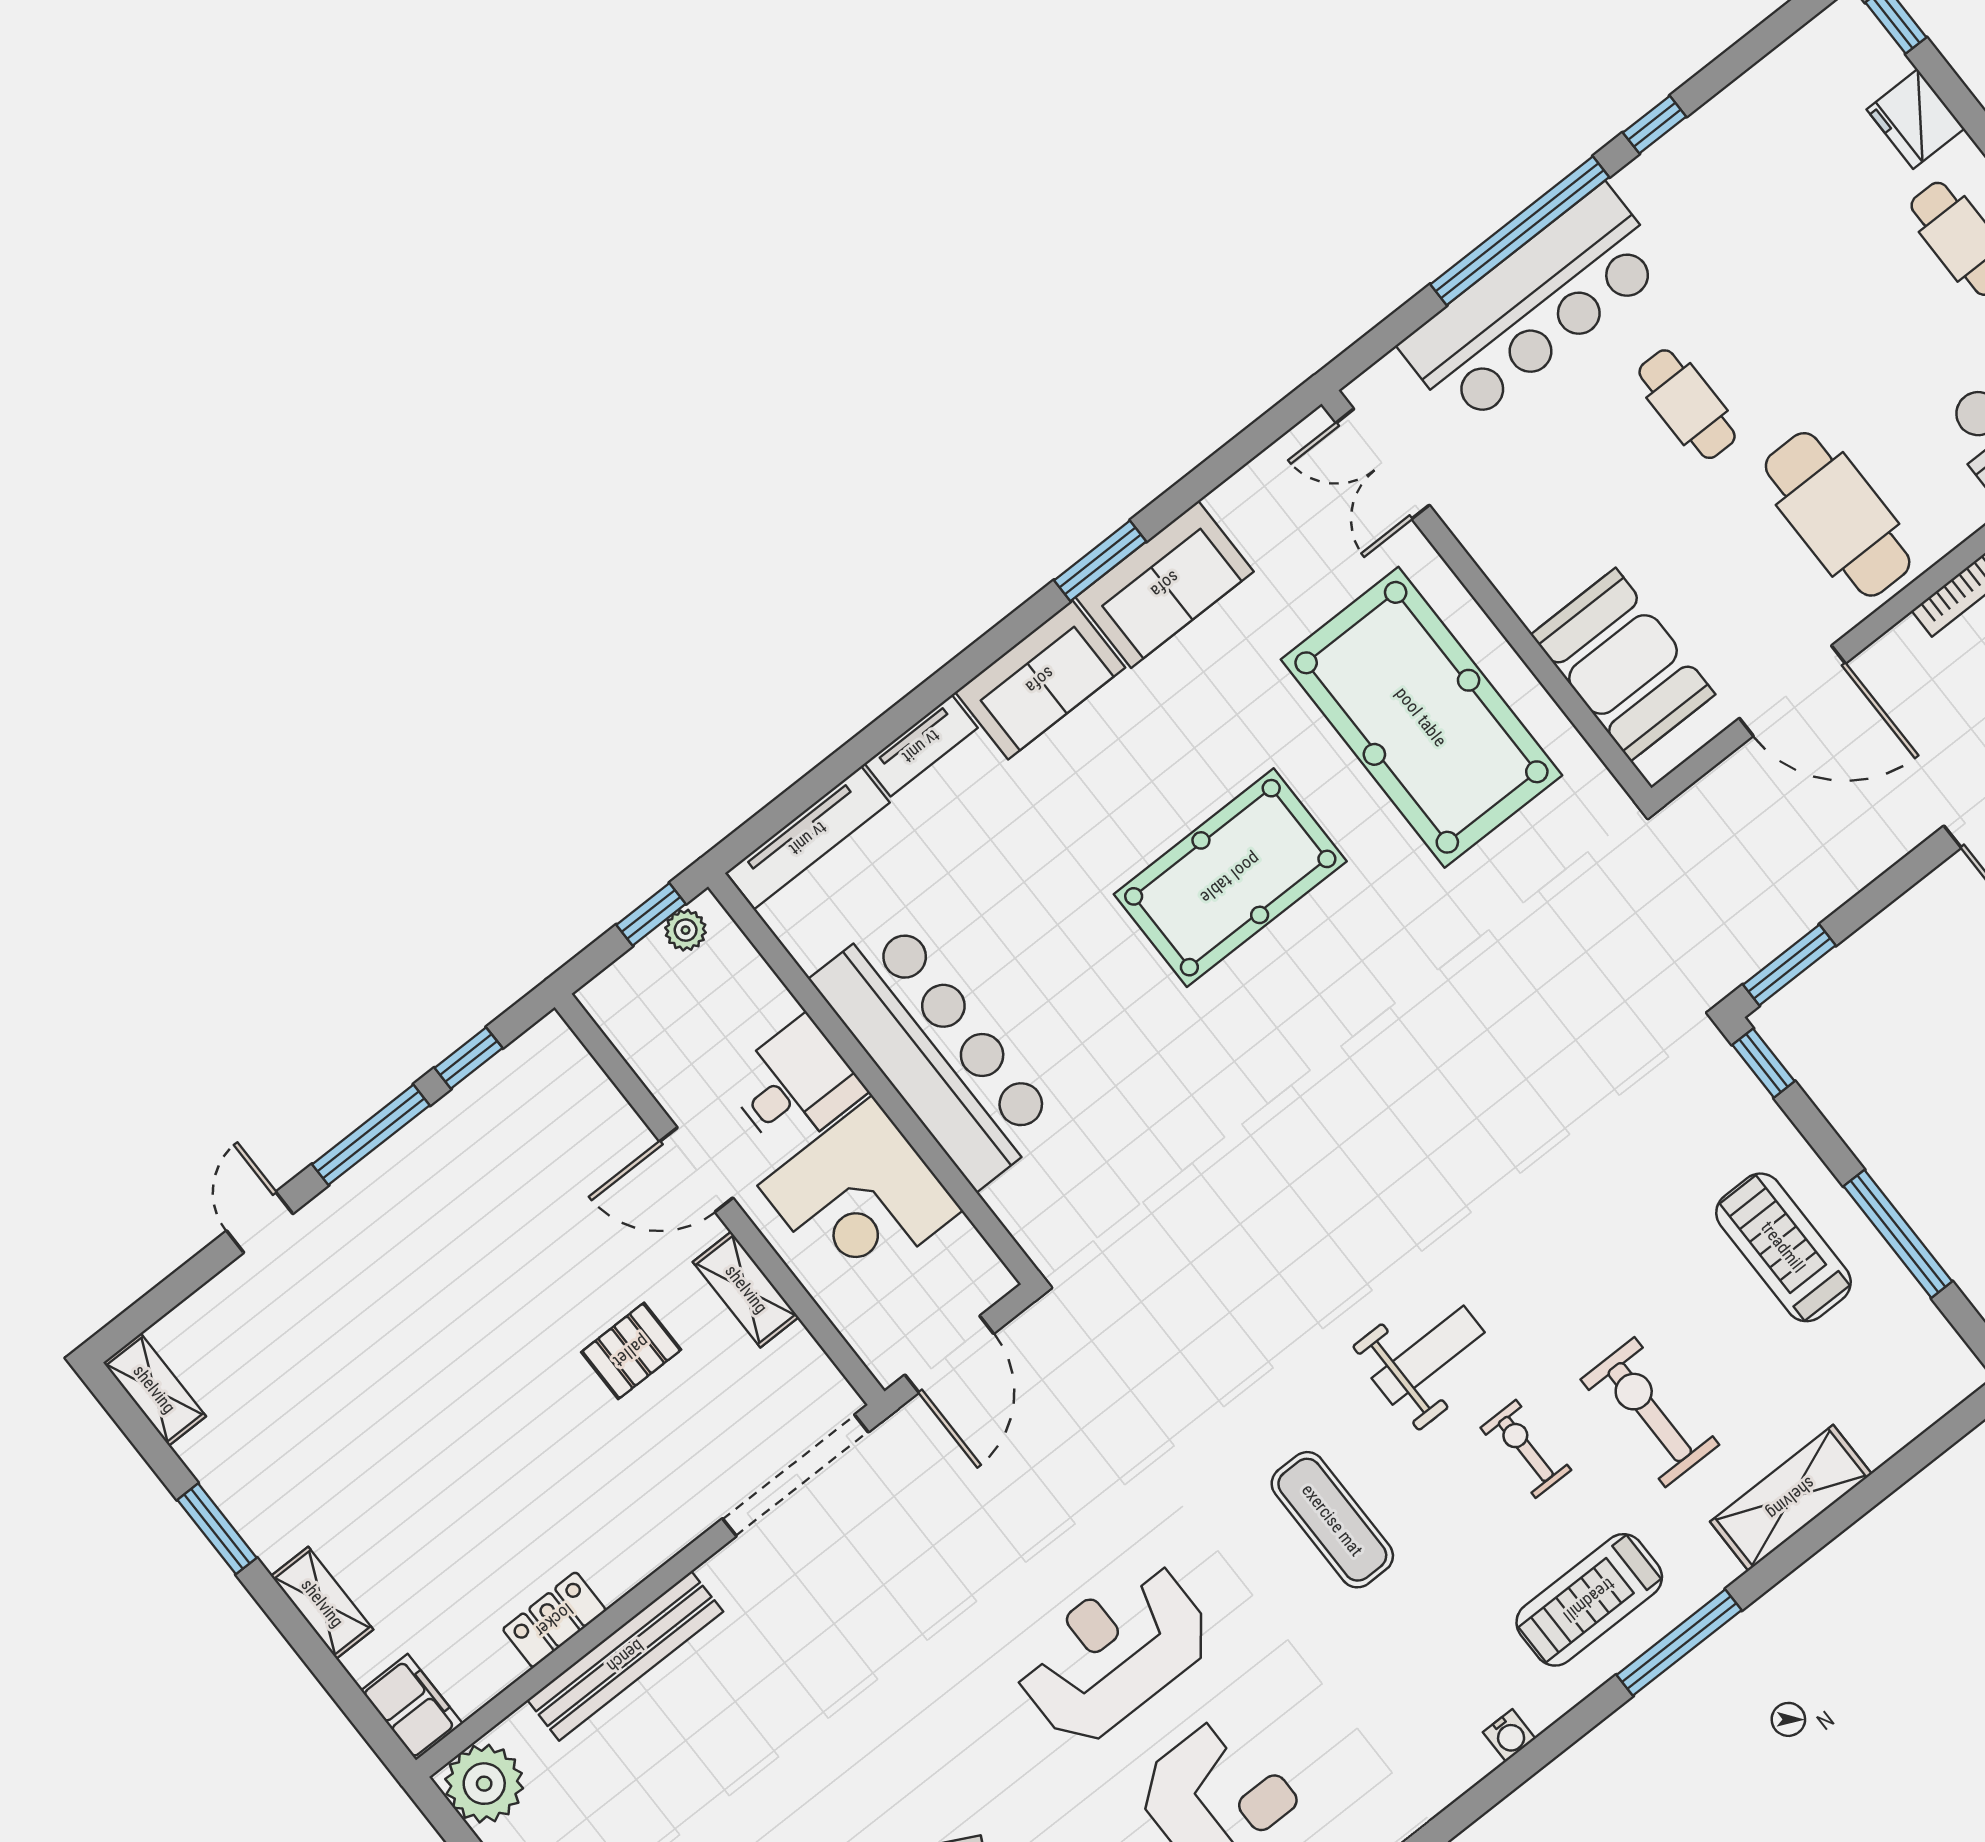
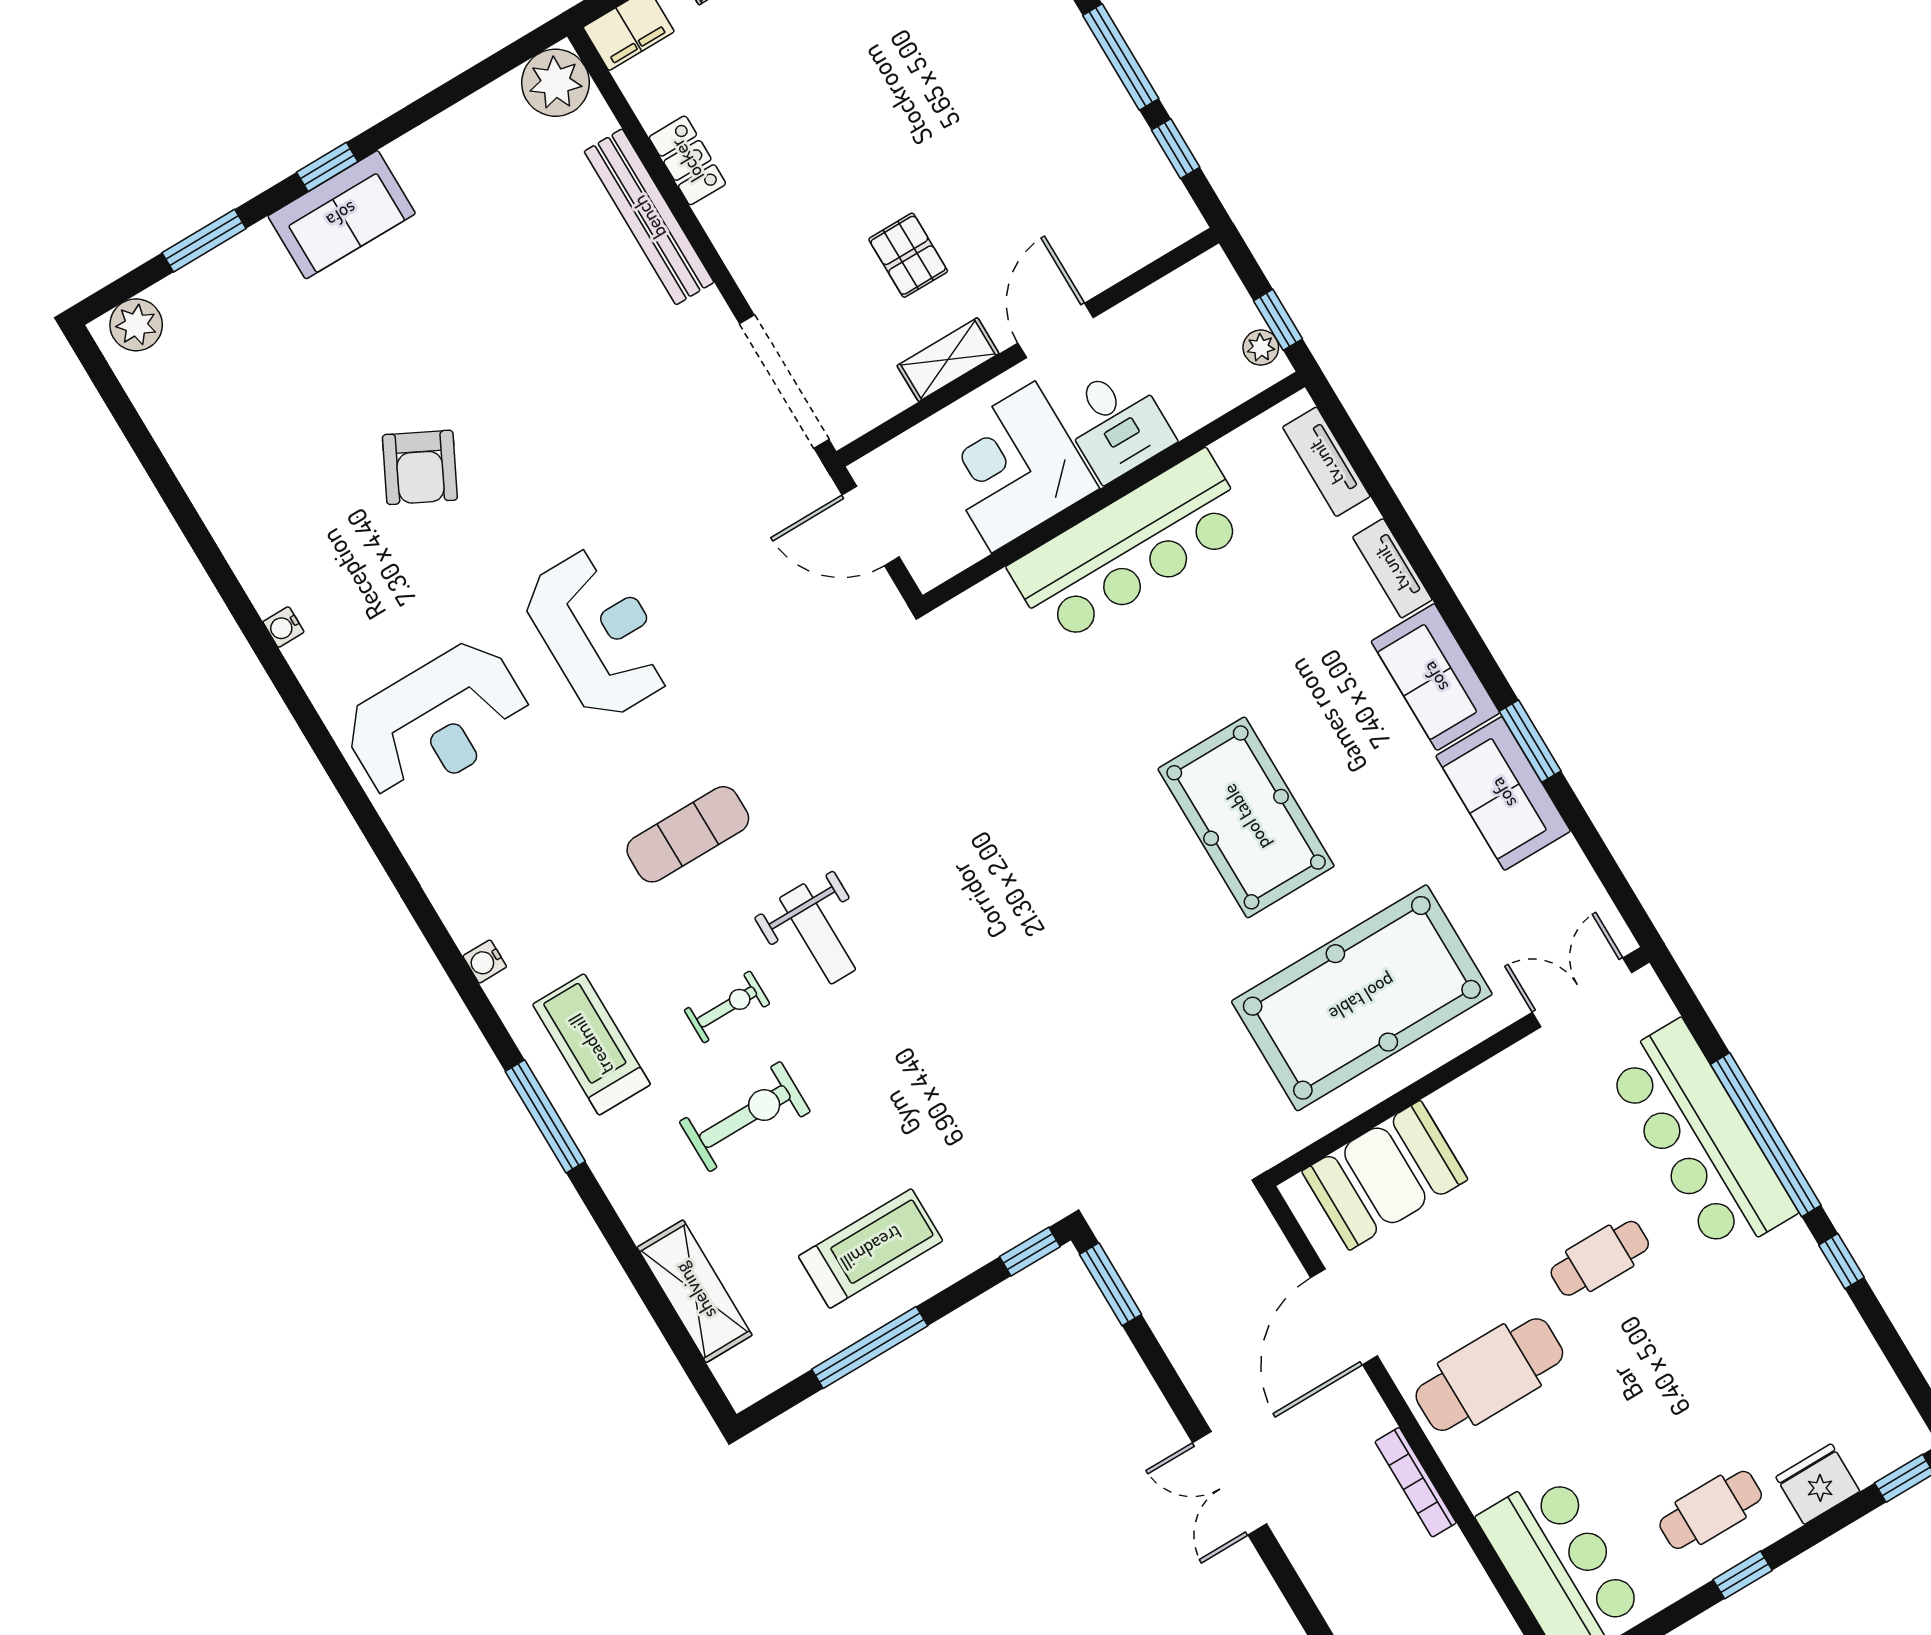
tv unit: (808, 838) -> (1326, 462), width x0.71
shelving: (1791, 1498) -> (695, 1291), moved

